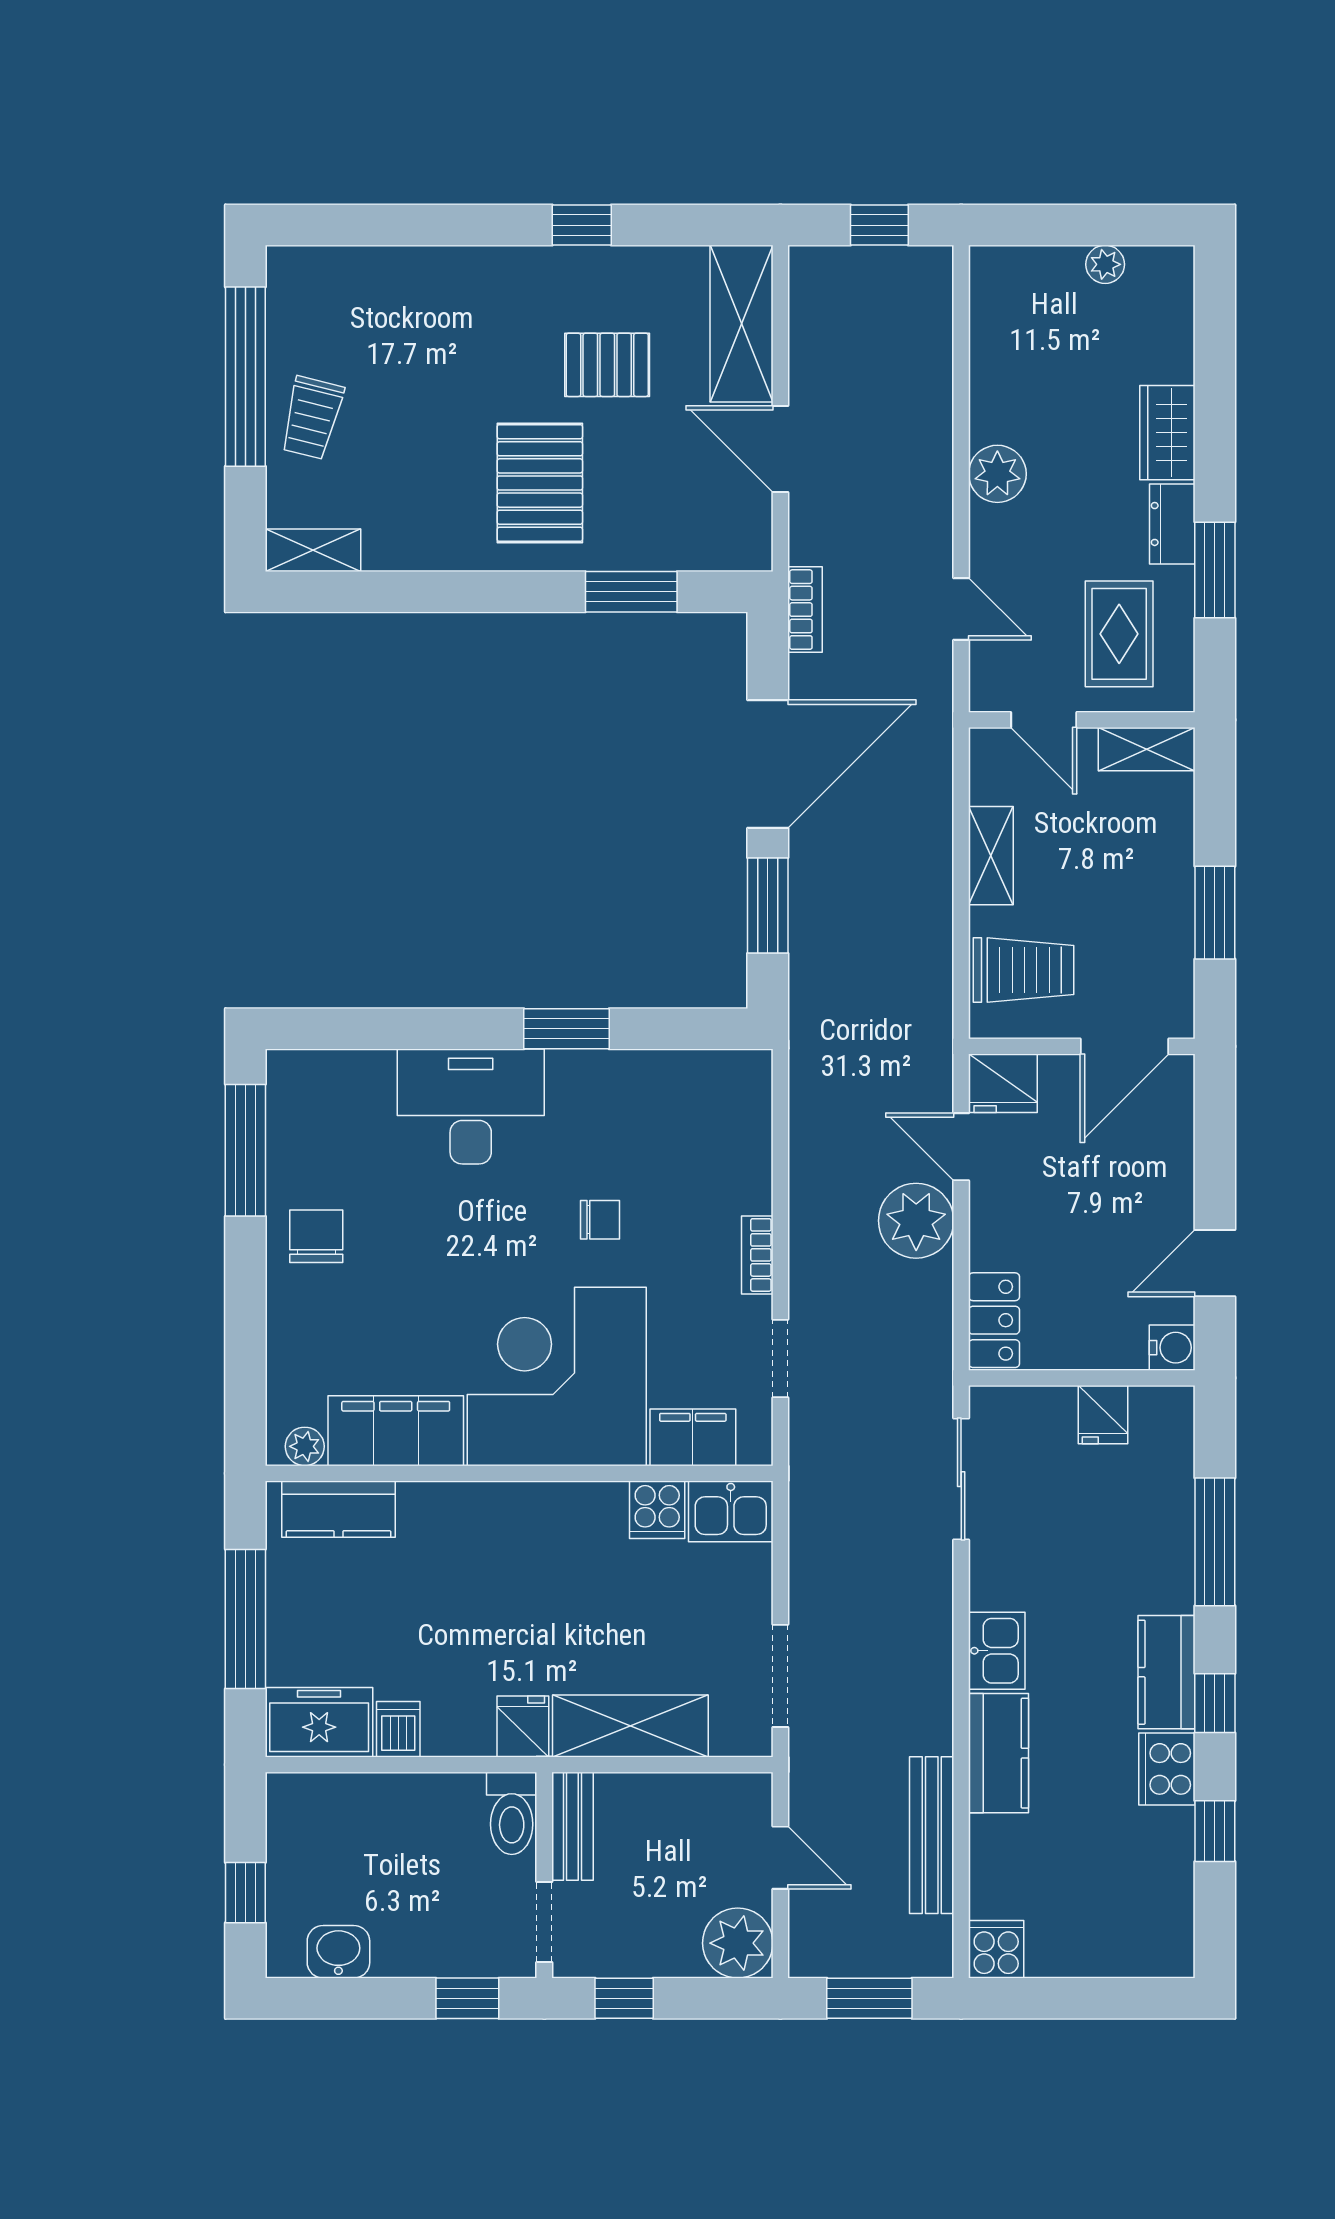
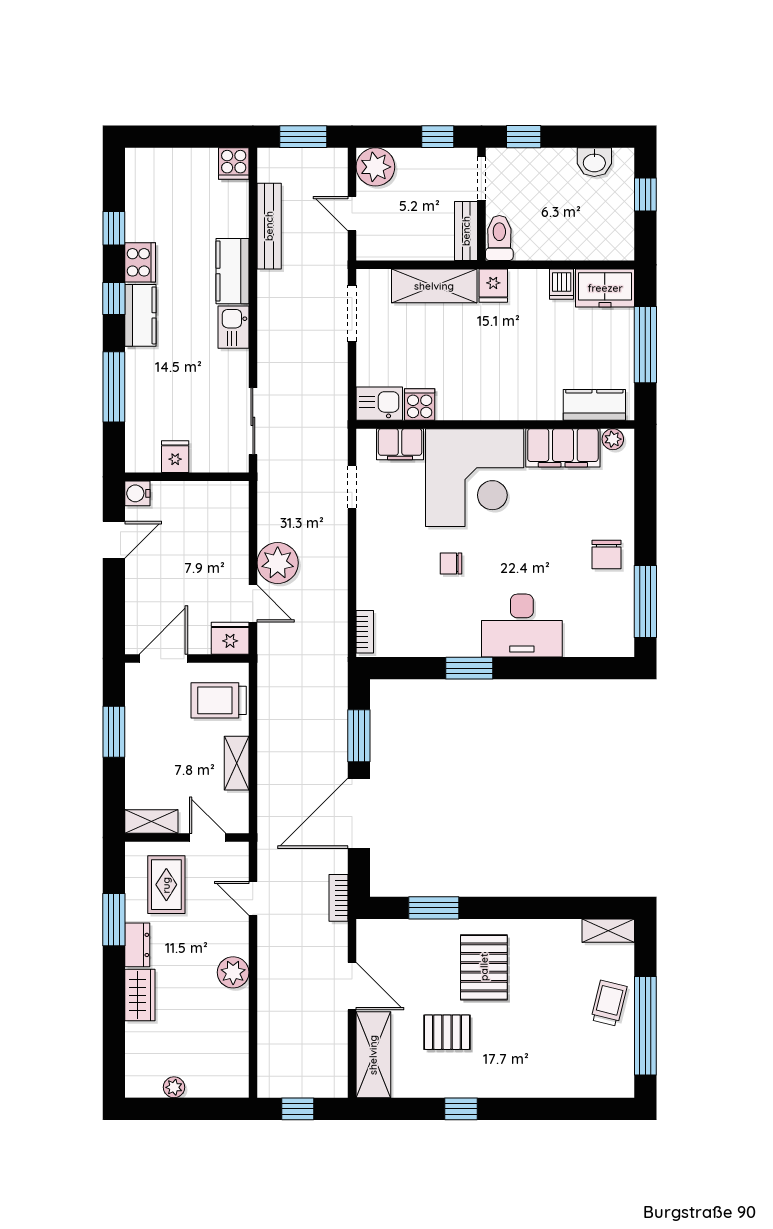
bookcase: (757, 1255) -> (365, 632), moved
locker: (994, 1320) -> (235, 508), removed

